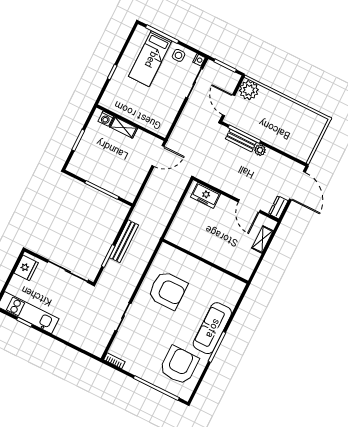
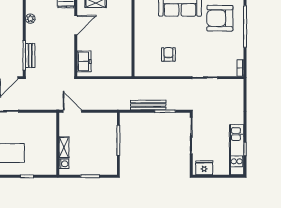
plant: (260, 150) -> (30, 19), moved
armchair: (168, 290) -> (168, 54), width x0.53, depth x0.53

